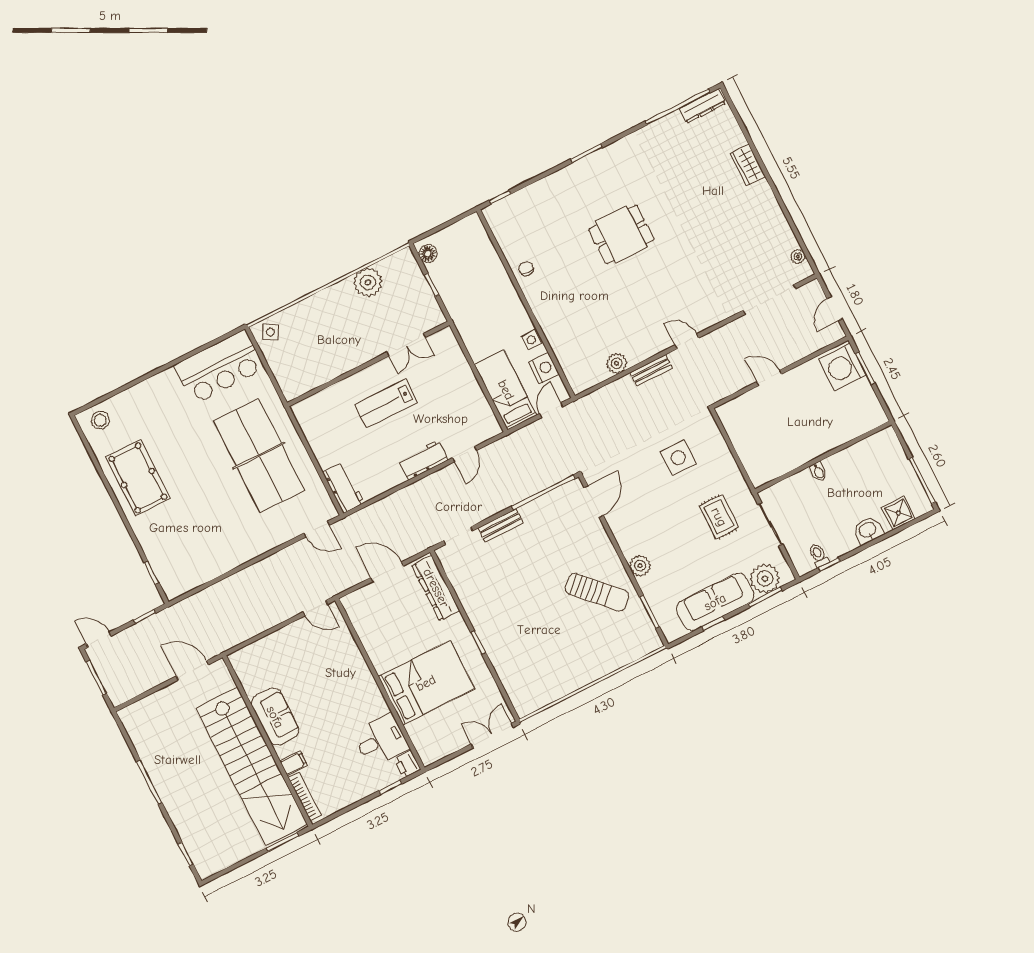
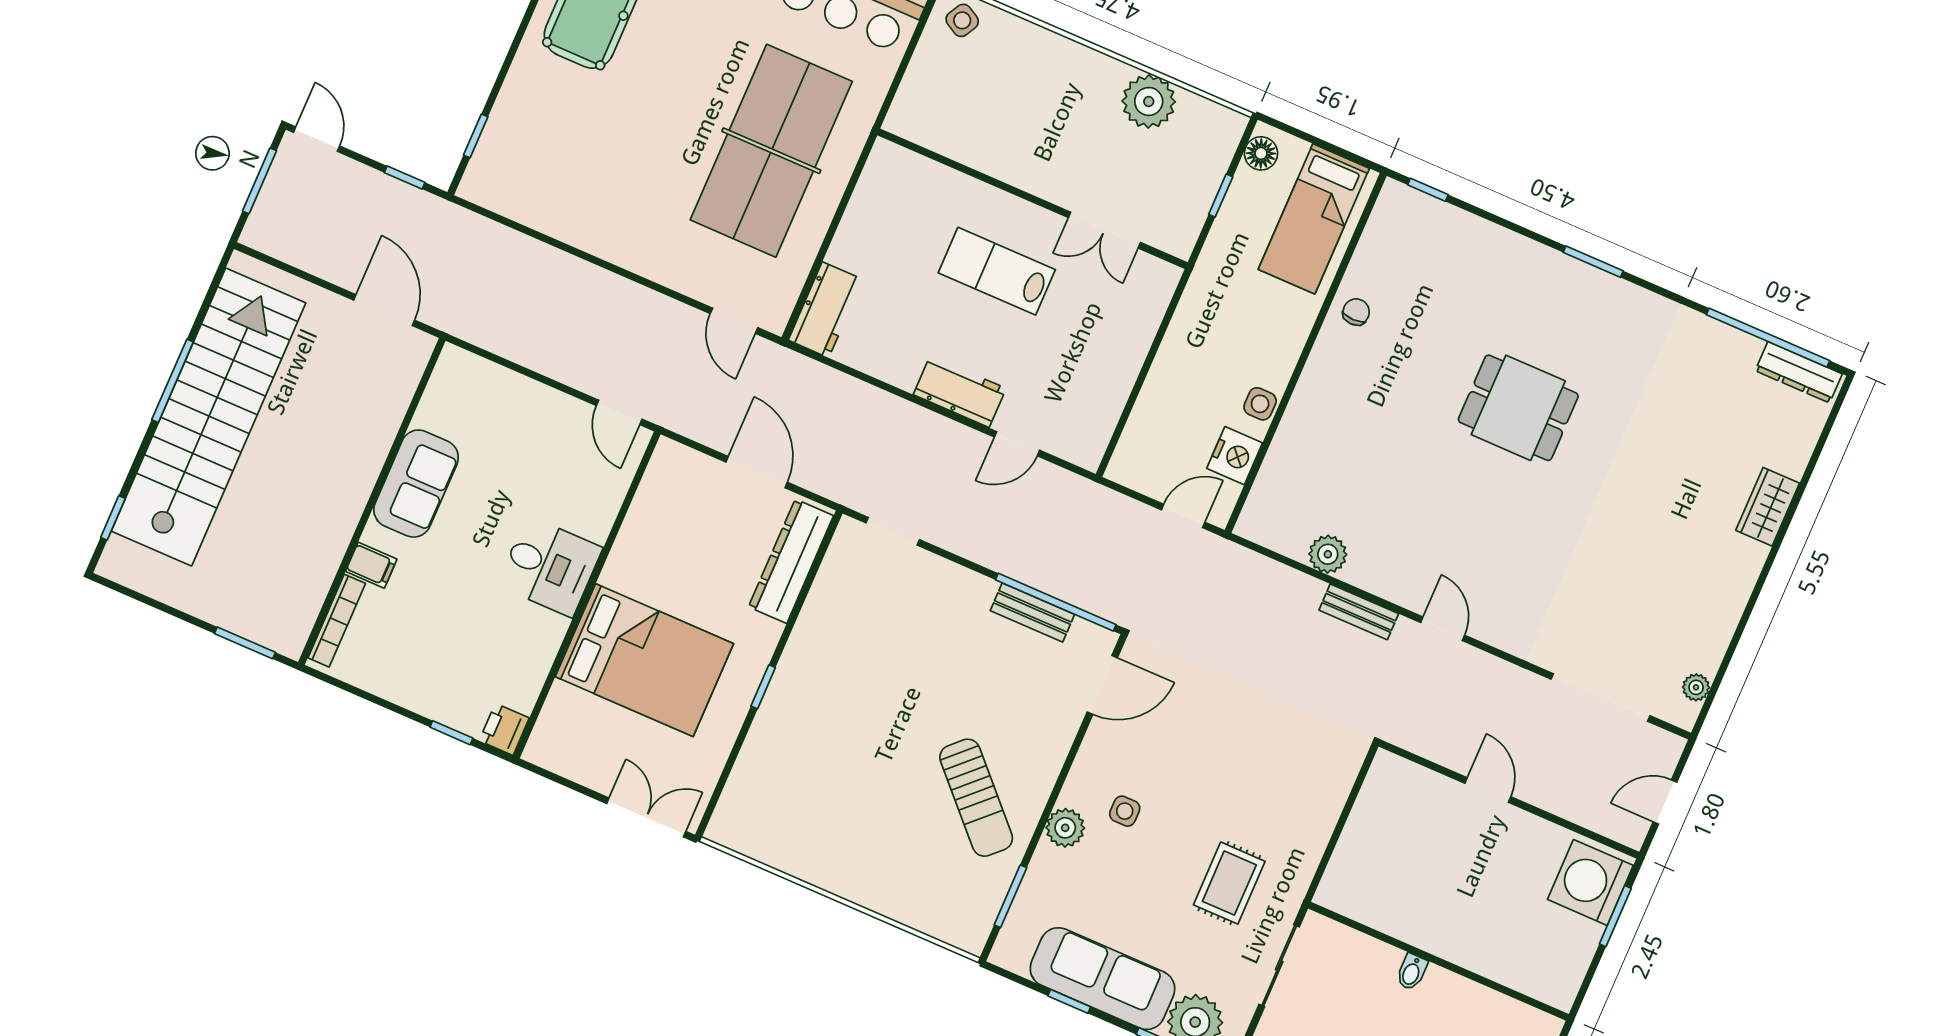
bed: (506, 390) -> (1314, 219), moved, turned 180
side table: (678, 458) -> (1125, 811), moved, width x0.54, depth x0.54
bench: (501, 525) -> (1032, 612), moved
desk: (381, 740) -> (550, 567), moved
stairs: (252, 766) -> (209, 417), moved, turned 180

